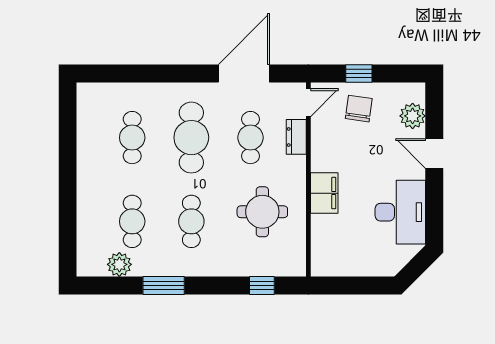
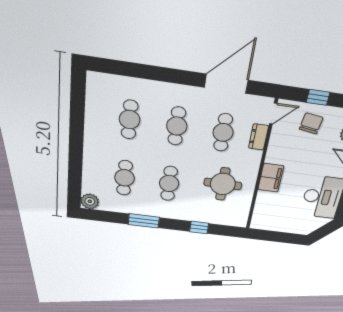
cafe table: (191, 138) -> (177, 126), width x0.73, depth x0.74
plant: (119, 264) -> (90, 201), moved
window: (262, 285) -> (199, 227), moved

